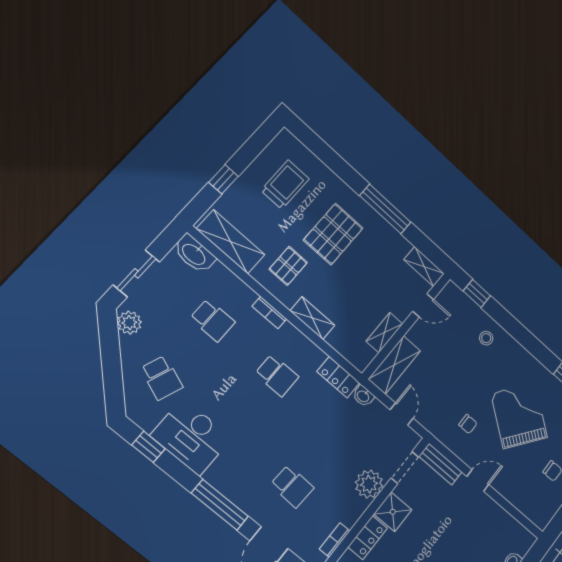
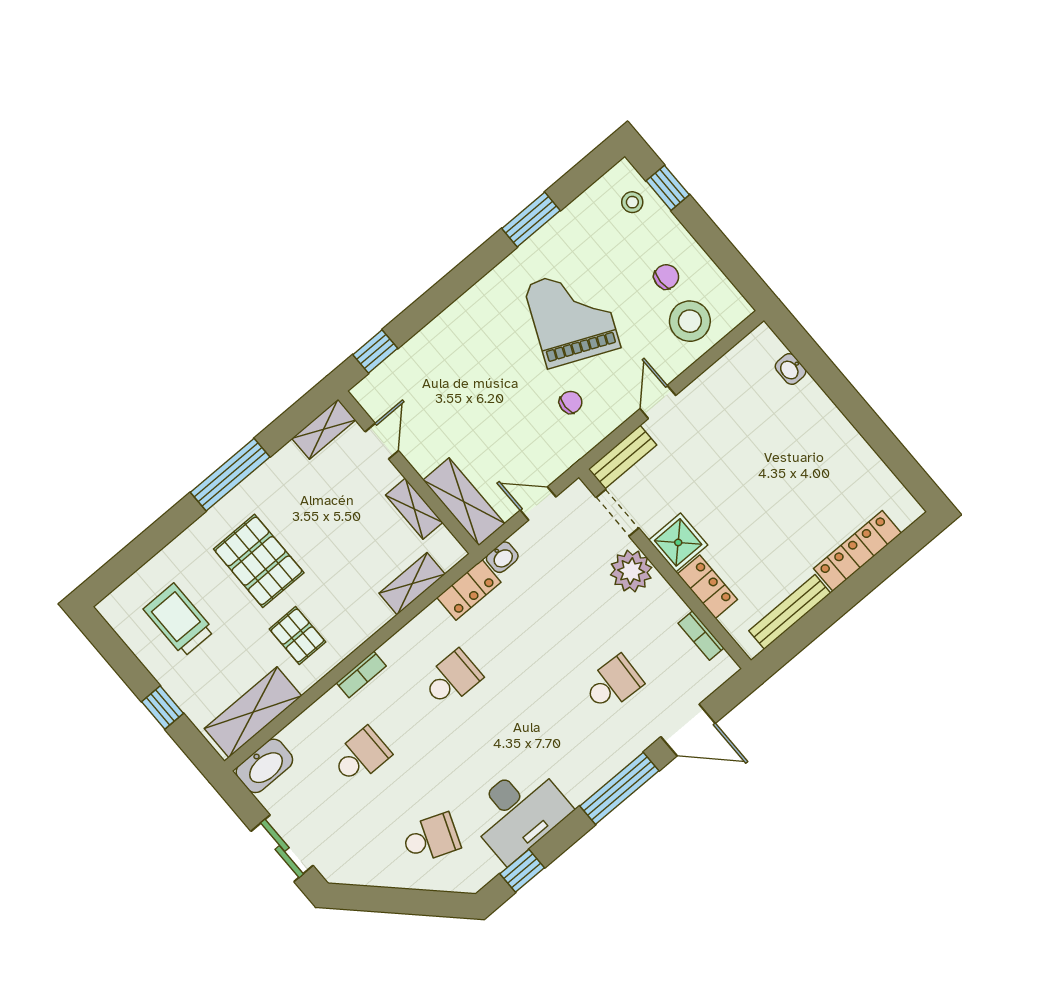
shelving: (312, 318) -> (412, 584), moved
plant: (129, 323) -> (349, 869), removed
stool: (486, 338) -> (690, 321), moved, width x1.89, depth x1.89
grand piano: (519, 416) -> (572, 316), turned 77

